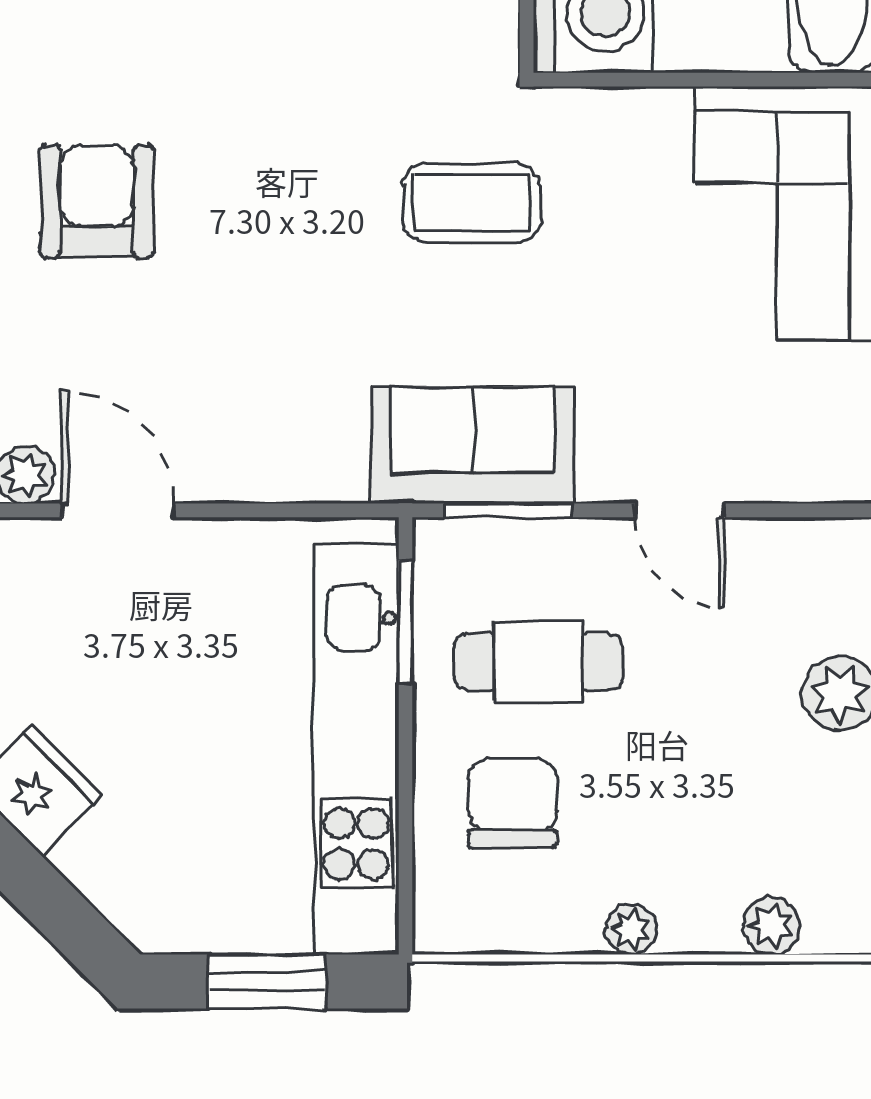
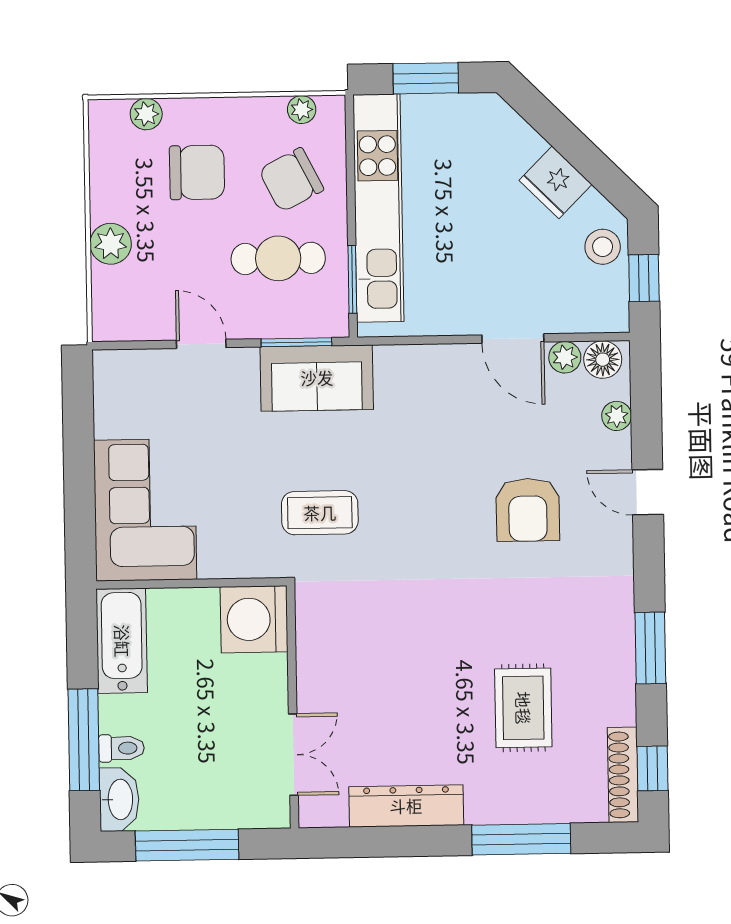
chair: (513, 803) -> (291, 180), turned 63
chair: (682, 819) -> (197, 172), added
plant: (631, 929) -> (302, 110), moved

